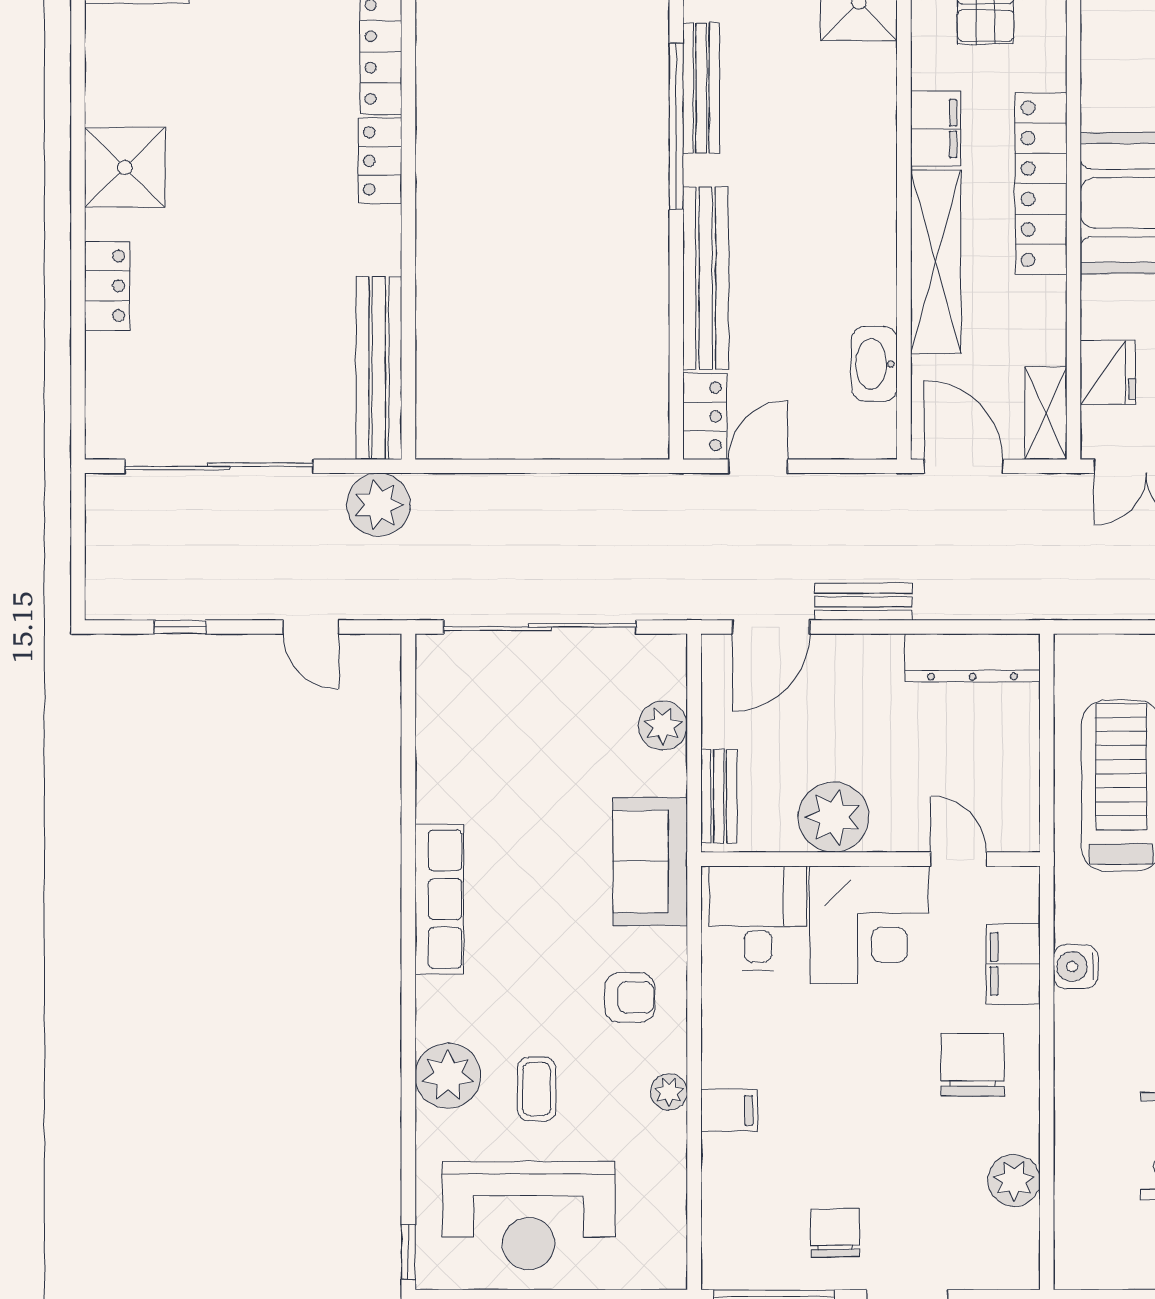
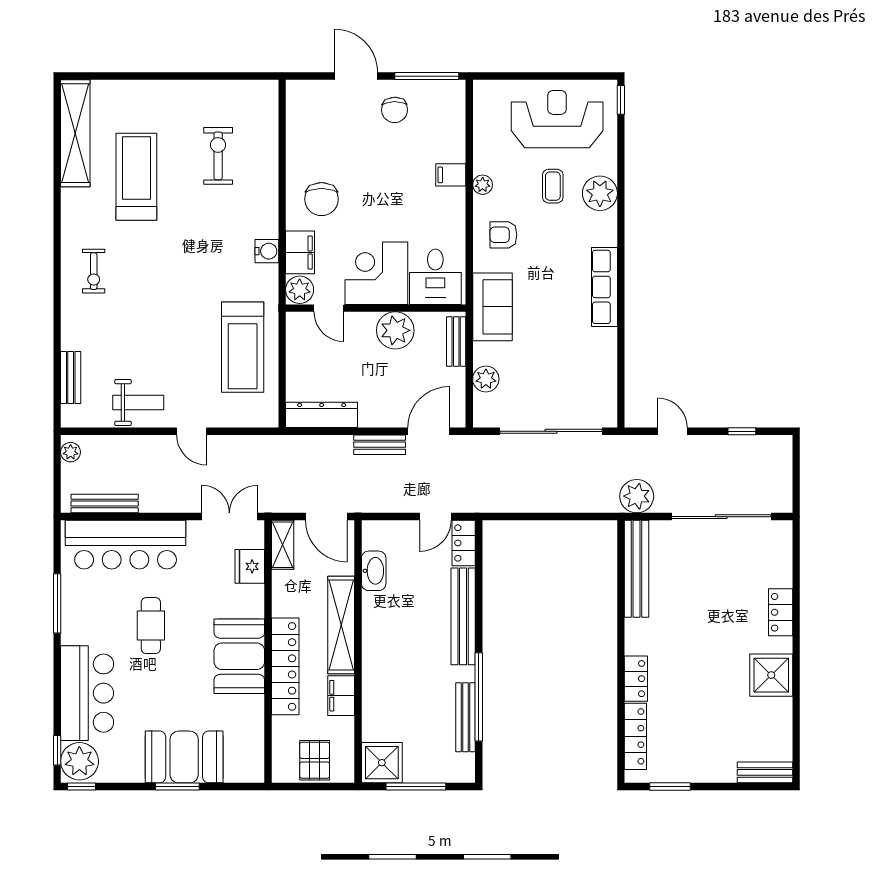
plant: (1014, 1181) -> (300, 290), moved

